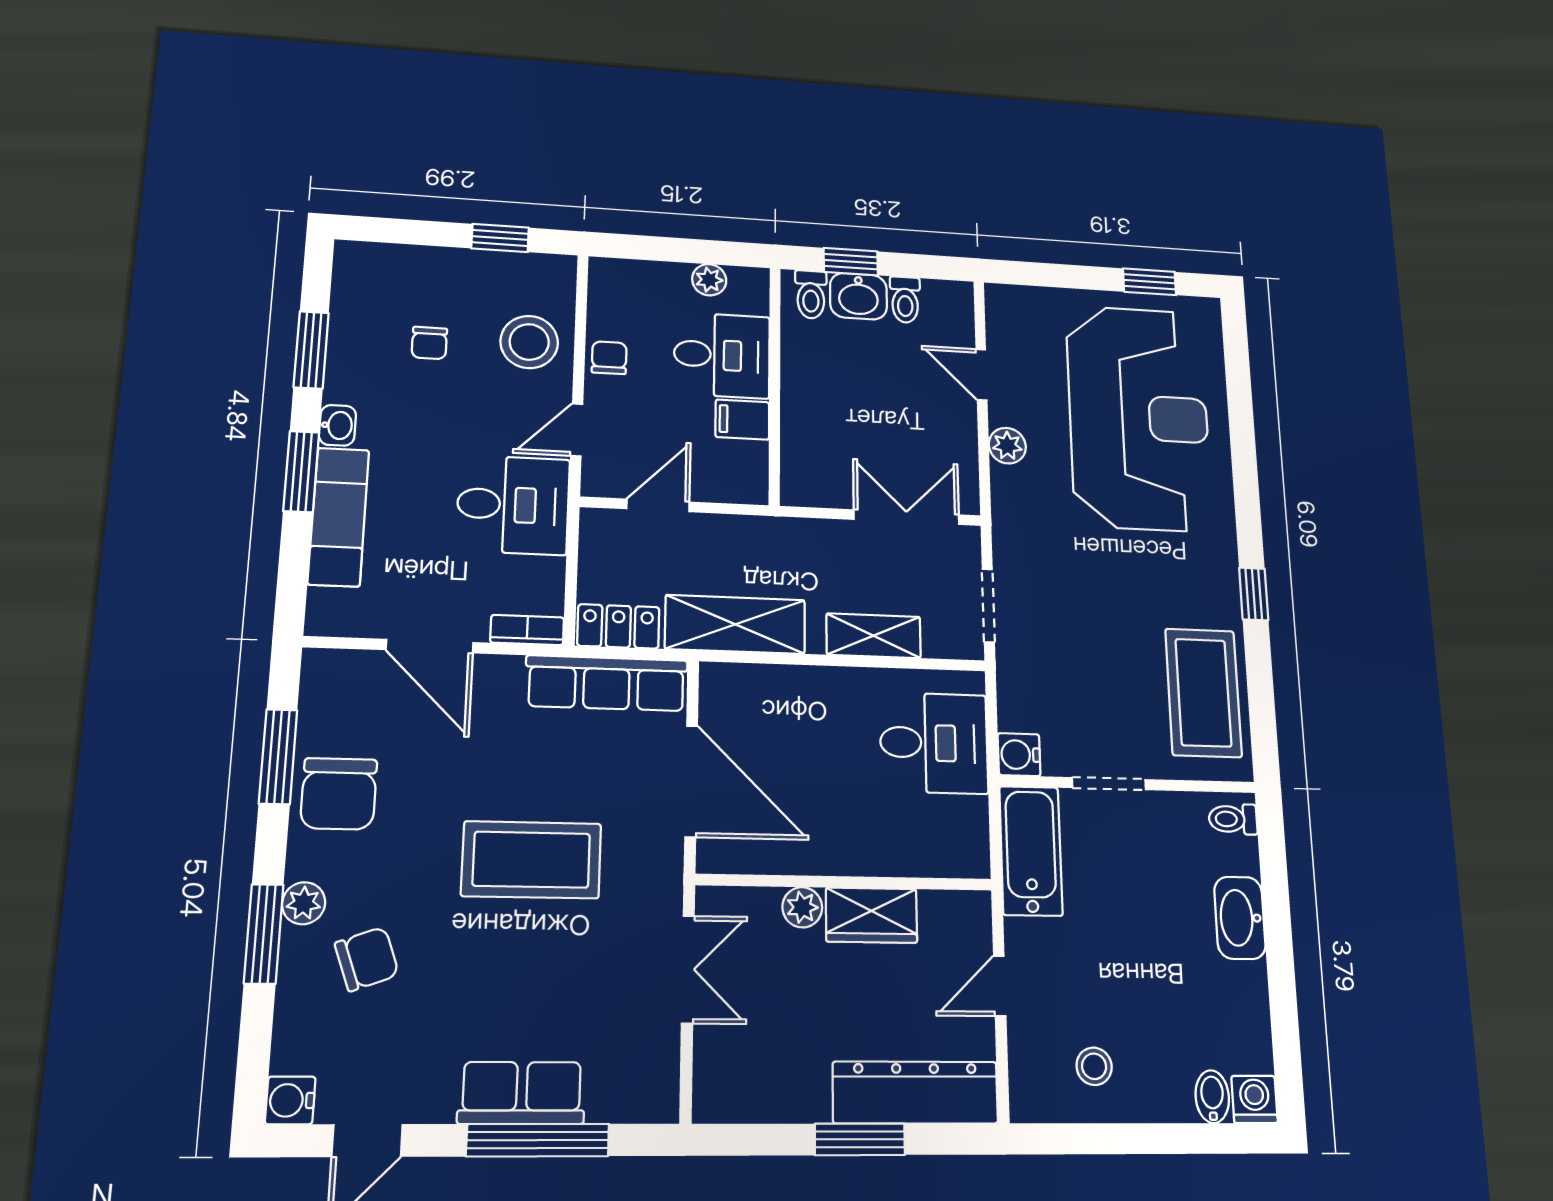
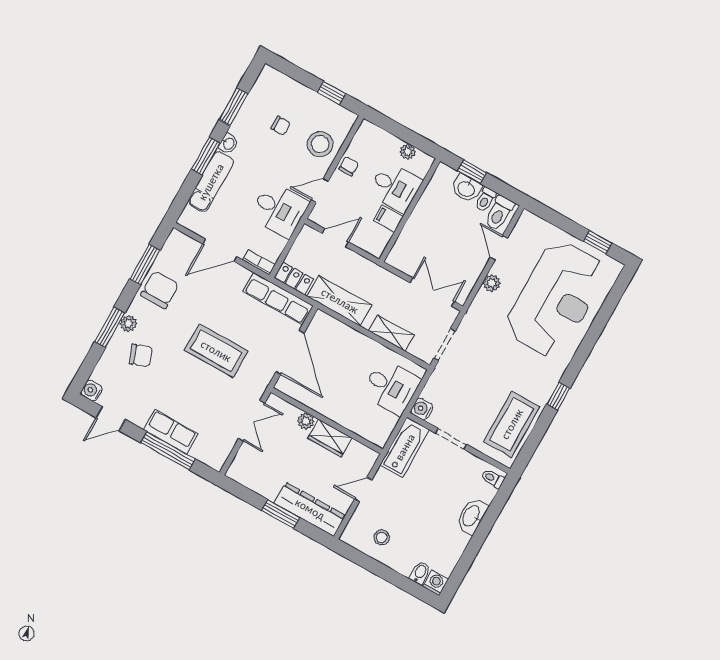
toilet: (811, 294) -> (499, 213), moved, width x1.37, depth x1.39
chair: (429, 343) -> (281, 126), turned -90
door: (430, 646) -> (220, 250), hinge flipped
chair: (339, 794) -> (160, 290), turned 180

